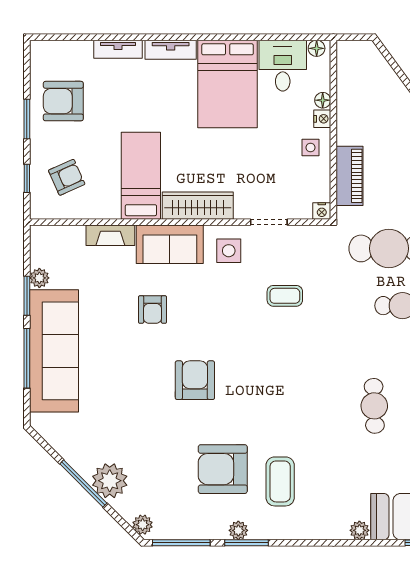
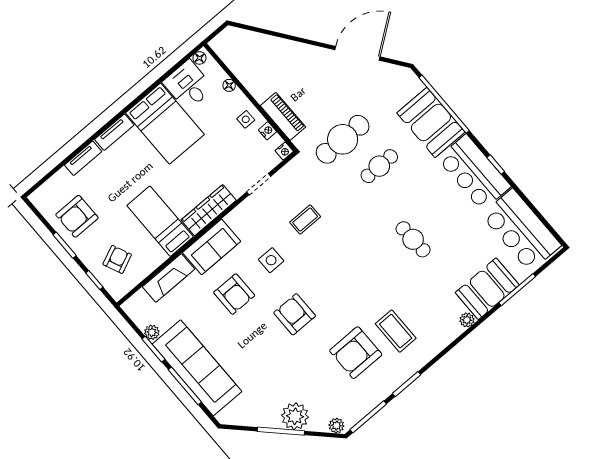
nightstand: (322, 119) -> (267, 131), moved
fireplace: (110, 235) -> (168, 278), width x1.37, depth x1.32
side table: (229, 251) -> (271, 260), moved
armchair: (153, 310) -> (234, 294), width x1.38, depth x1.38
plant: (238, 530) -> (396, 381), removed

